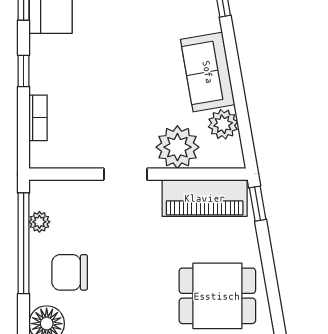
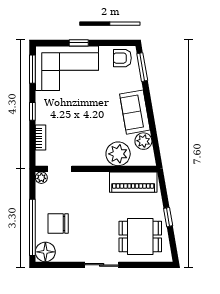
doorway: (125, 174) -> (60, 169), moved
window: (258, 204) -> (168, 217), moved
plant: (39, 222) -> (41, 178), moved
window: (24, 243) -> (32, 227), moved

